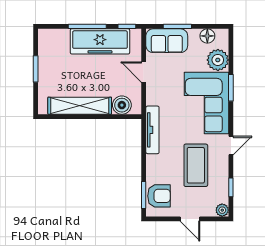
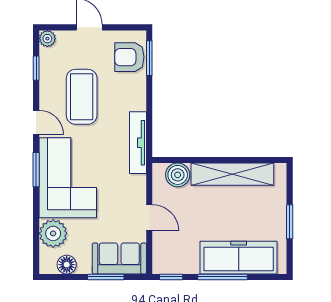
freezer: (100, 41) -> (239, 258), moved
window: (231, 88) -> (36, 170), moved
door: (231, 146) -> (36, 122), swing flipped

